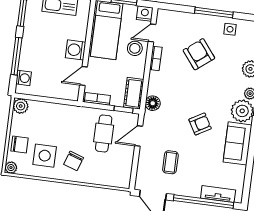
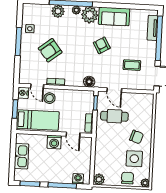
cot: (134, 93) -> (83, 96), removed

